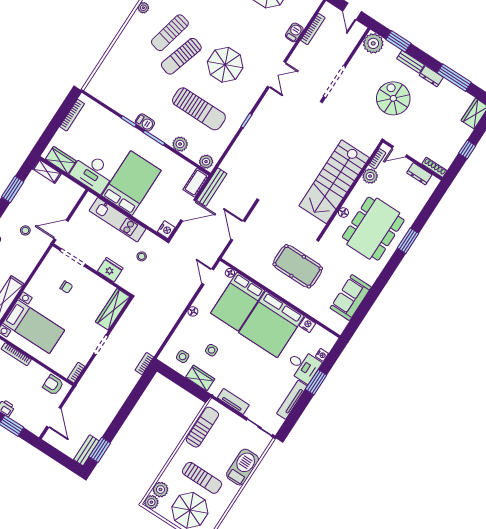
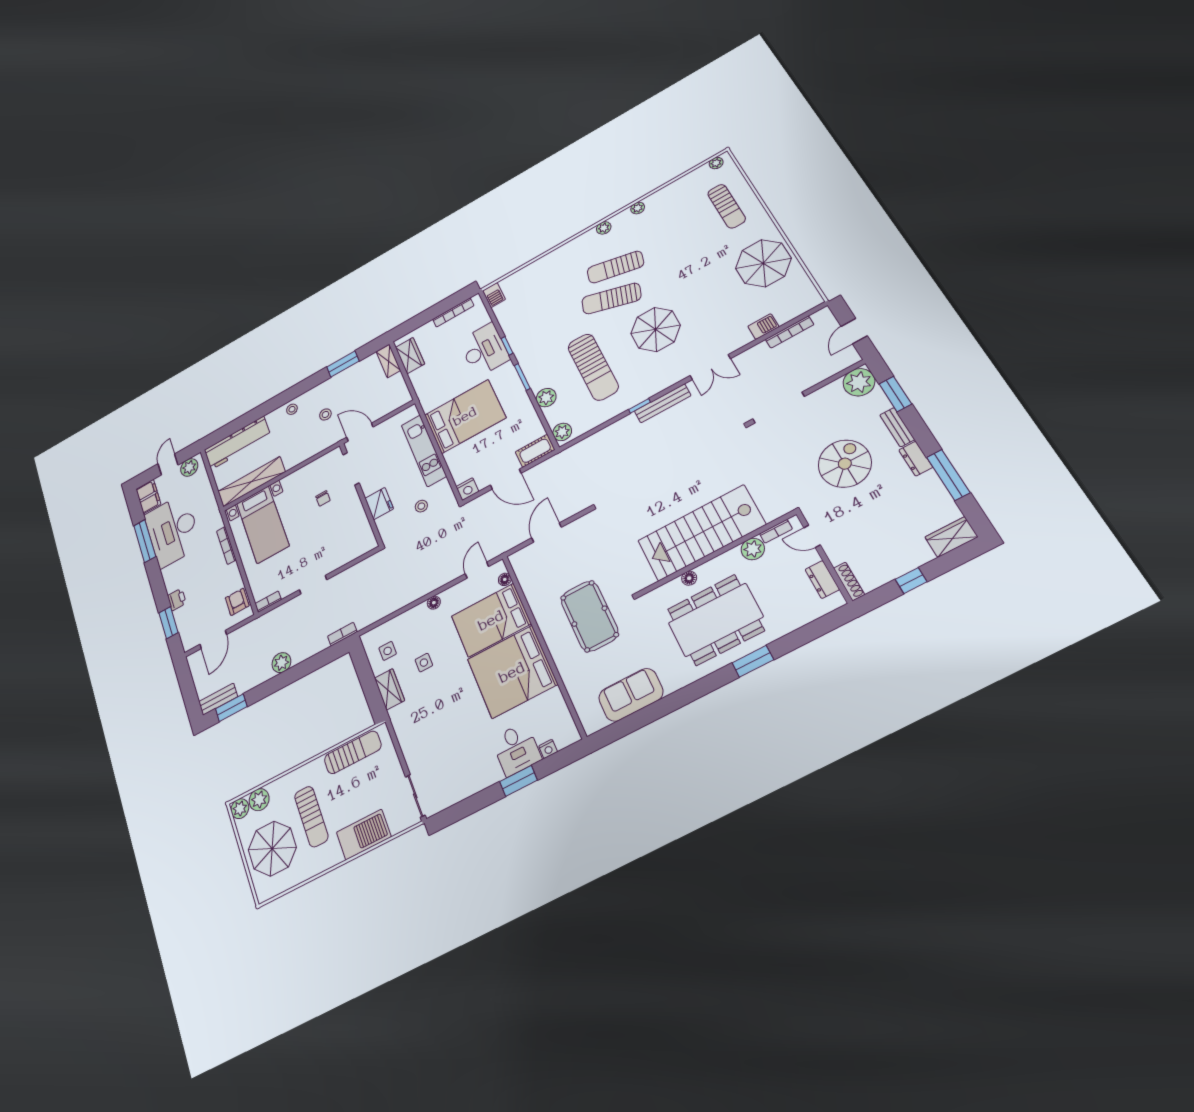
barbecue: (145, 122) -> (494, 295), moved
desk: (93, 172) -> (484, 350), moved, turned 180
bench: (212, 187) -> (663, 403), moved
wardrobe: (113, 309) -> (352, 551), removed
nightstand: (307, 325) -> (555, 698), removed
tv unit: (292, 400) -> (475, 785), removed
tv unit: (233, 401) -> (407, 743), removed
plant: (115, 404) -> (281, 663), added

